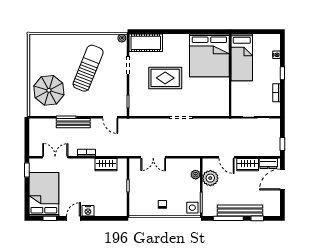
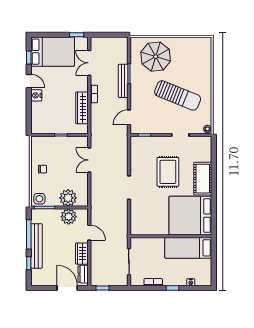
cot: (146, 43) -> (203, 179), moved
double door: (55, 157) -> (89, 63), swing flipped
door: (227, 157) -> (89, 233), swing flipped
wardrobe: (106, 165) -> (82, 108), width x1.50
plant: (196, 175) -> (68, 198), width x1.87, depth x1.87

